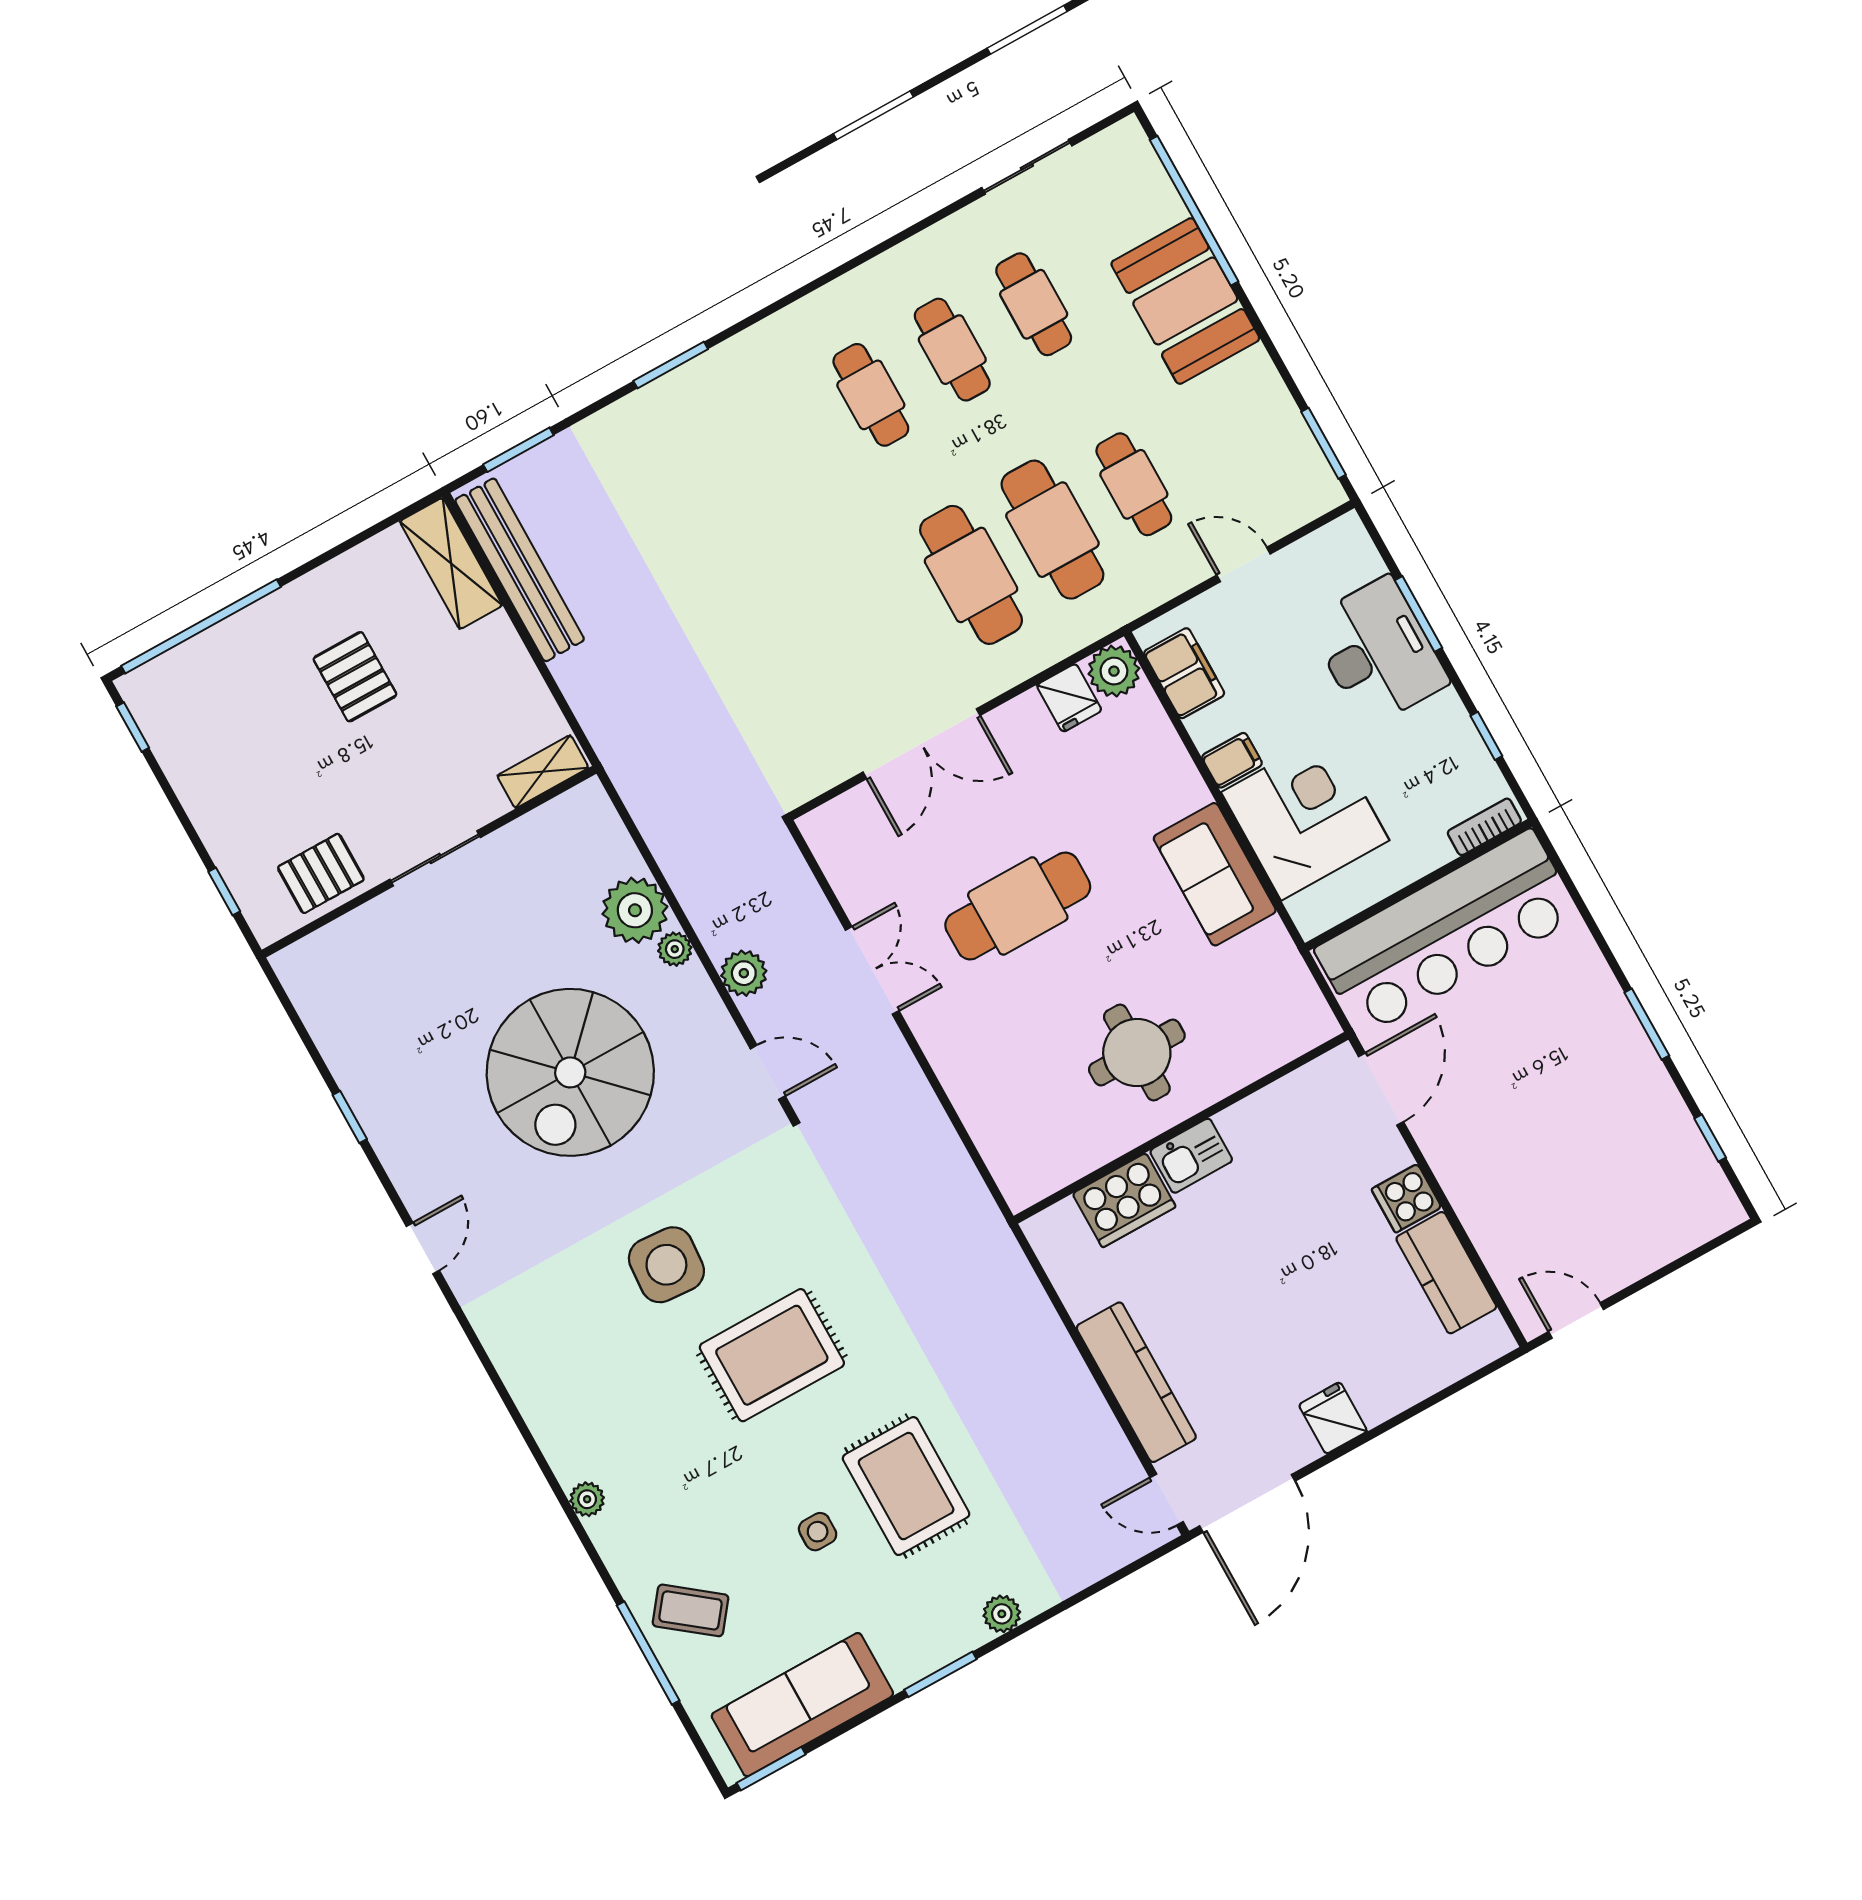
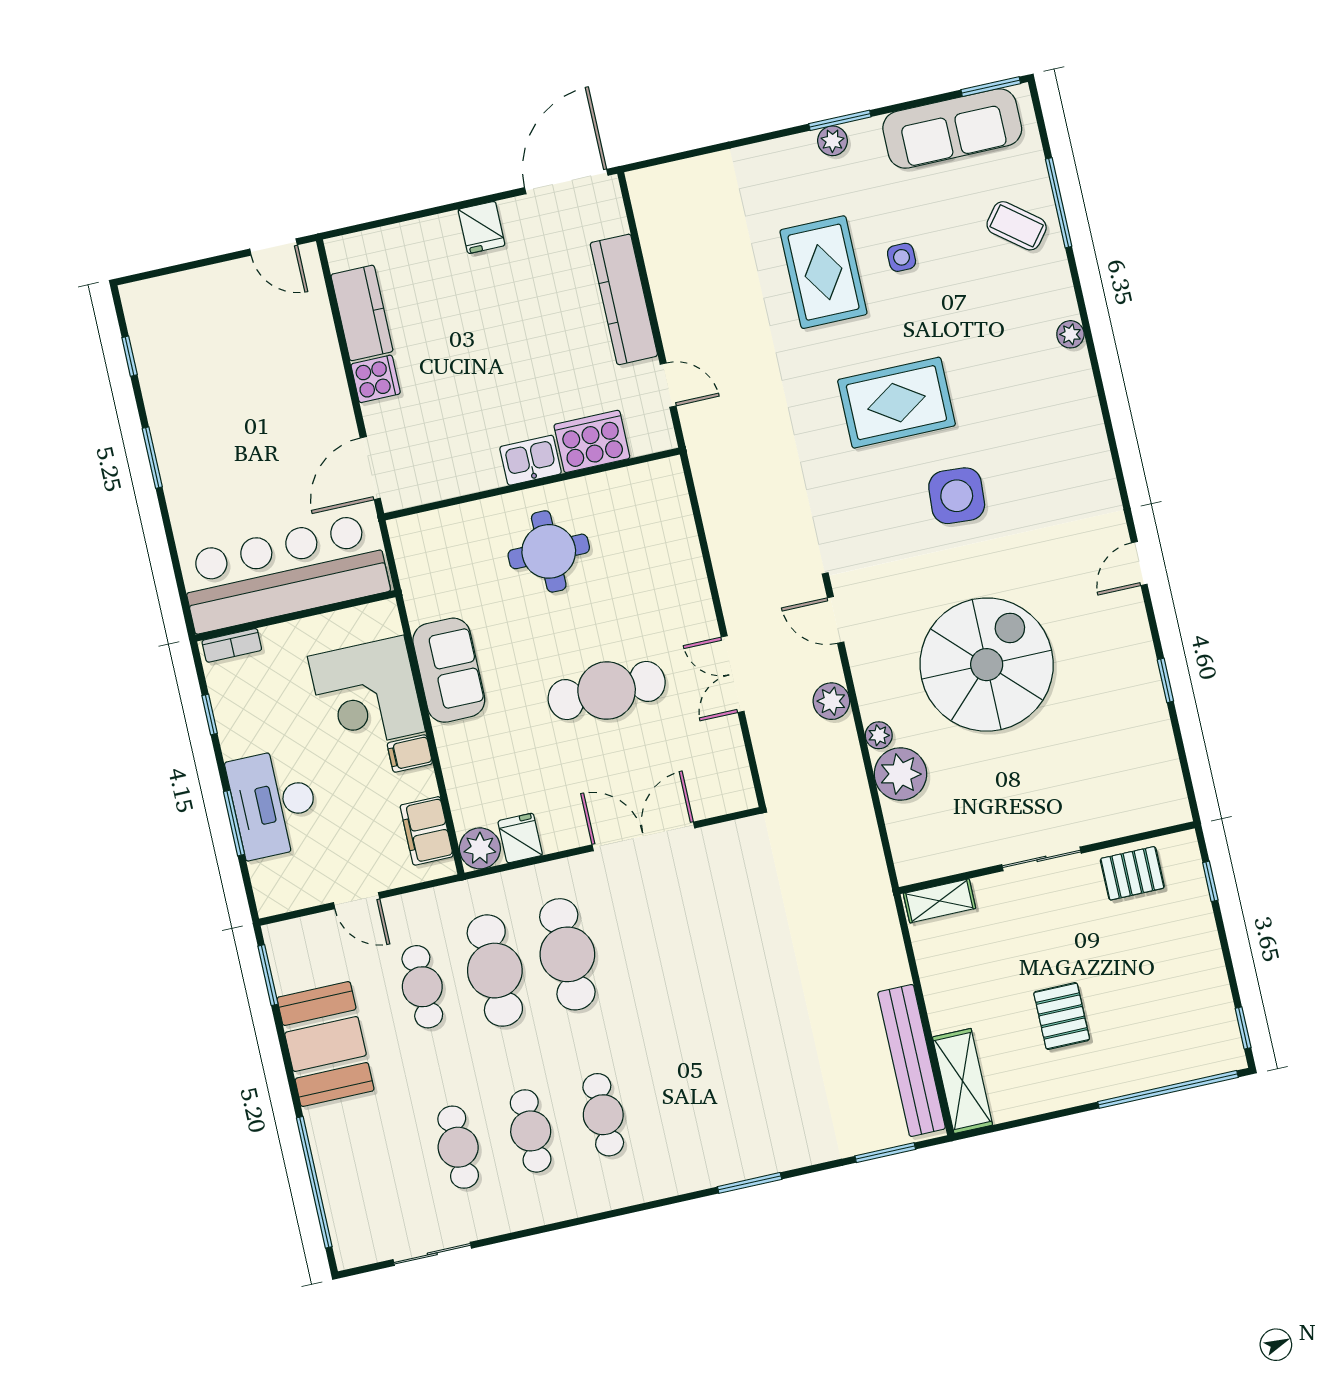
booth: (1185, 301) -> (326, 1044), moved
door: (1167, 1500) -> (668, 385), moved
plant: (1002, 1614) -> (833, 141), moved

